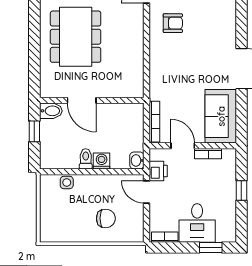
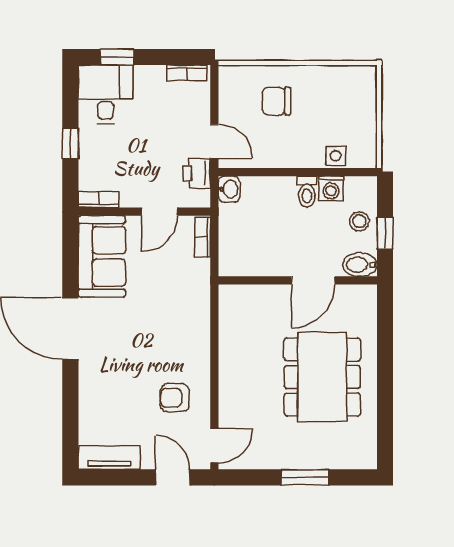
door: (82, 100) -> (313, 280), swing flipped
bookcase: (154, 122) -> (203, 237), width x0.64
stool: (51, 139) -> (359, 221), added
door: (183, 146) -> (159, 212), hinge flipped
bookcase: (208, 154) -> (99, 200), moved
washing machine: (102, 161) -> (331, 188), moved
desk: (197, 223) -> (106, 94), moved

